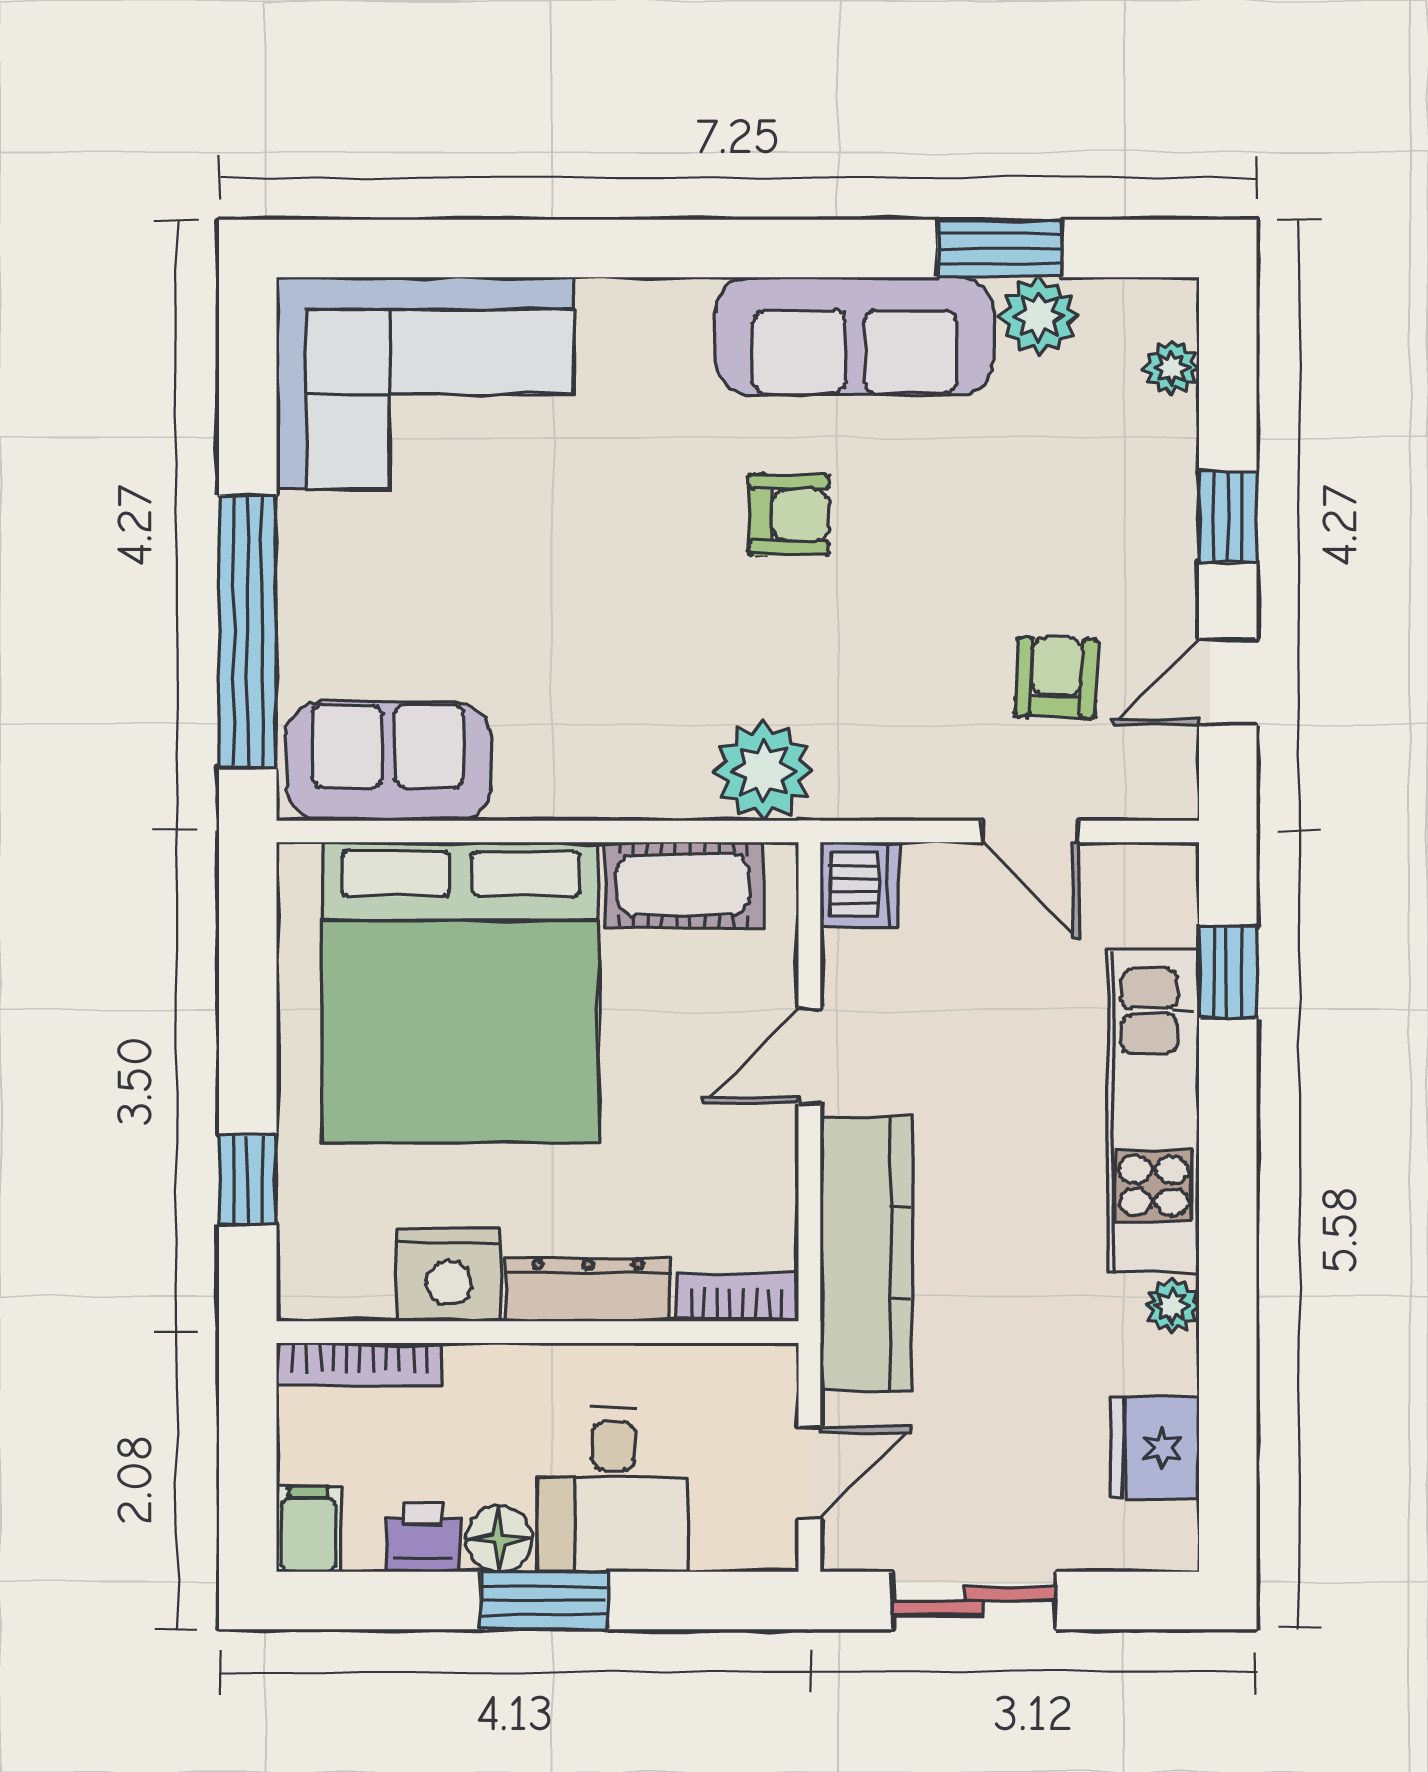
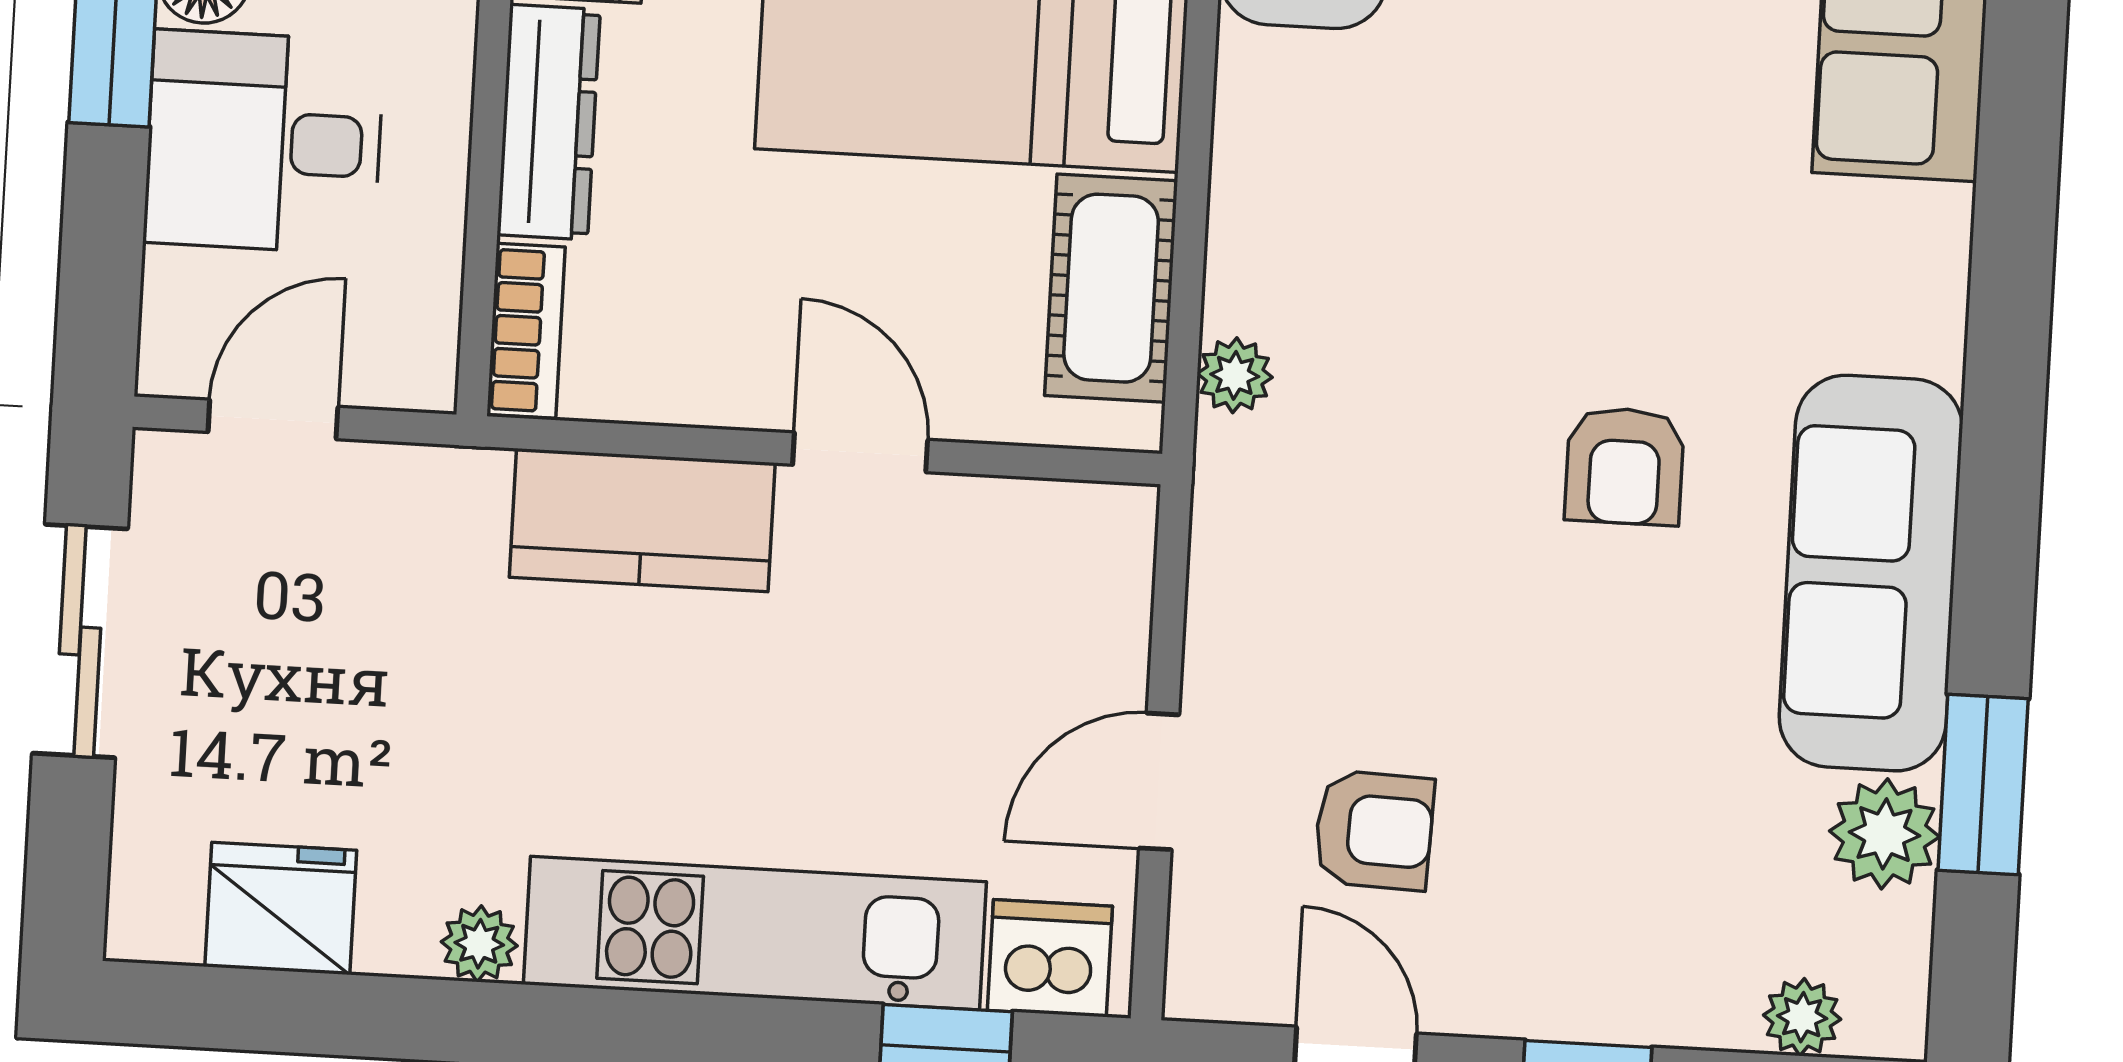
plant: (763, 771) -> (1235, 375), width x0.53, depth x0.53
dishwasher: (860, 884) -> (1050, 958), moved, turned 180
kitchen counter: (866, 1253) -> (642, 520), width x0.67
door: (809, 1473) -> (273, 419), swing flipped

